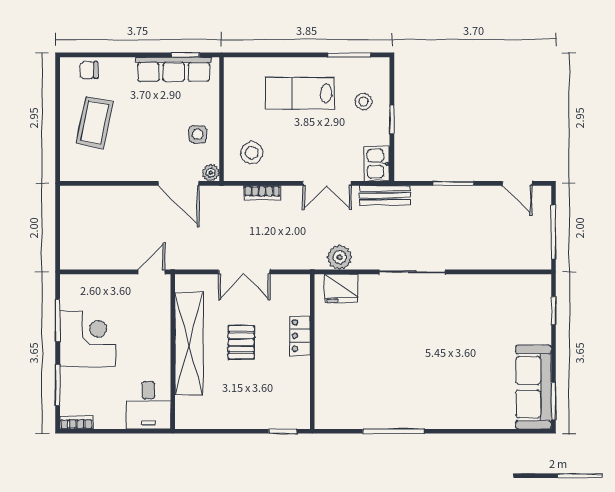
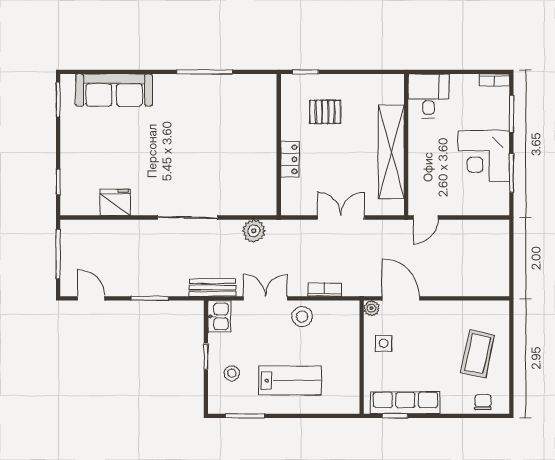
chair: (89, 70) -> (483, 402), turned -90
stool: (252, 153) -> (302, 316), moved
fridge: (341, 288) -> (115, 202), moved
pallet: (241, 342) -> (325, 112), moved, turned 90
sofa: (534, 387) -> (114, 90), moved, turned 90

